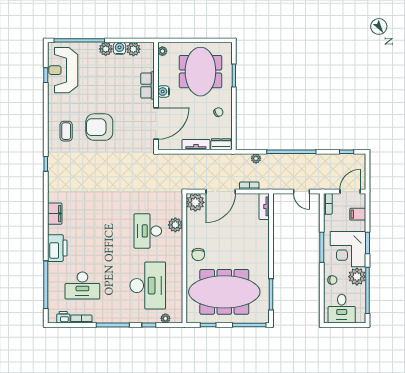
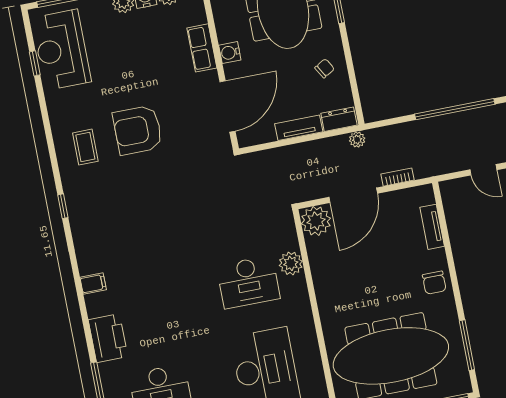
plant: (256, 158) -> (357, 140), moved
tv unit: (264, 206) -> (432, 227), moved
filing cabinet: (55, 214) -> (93, 283), width x0.50
desk: (148, 231) -> (248, 282), turned -90
chair: (198, 254) -> (434, 283), moved

